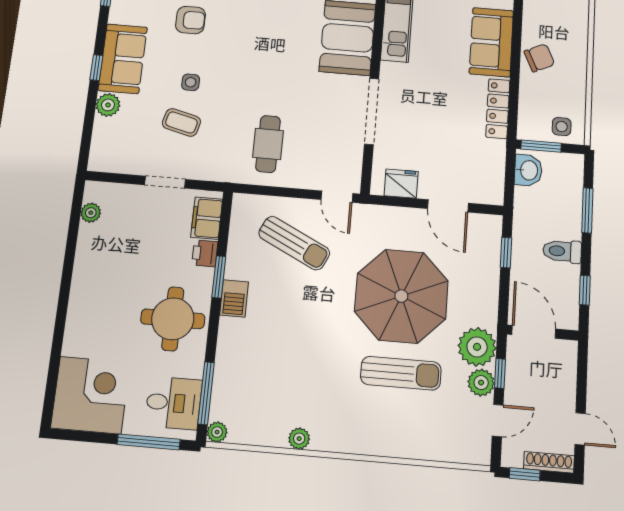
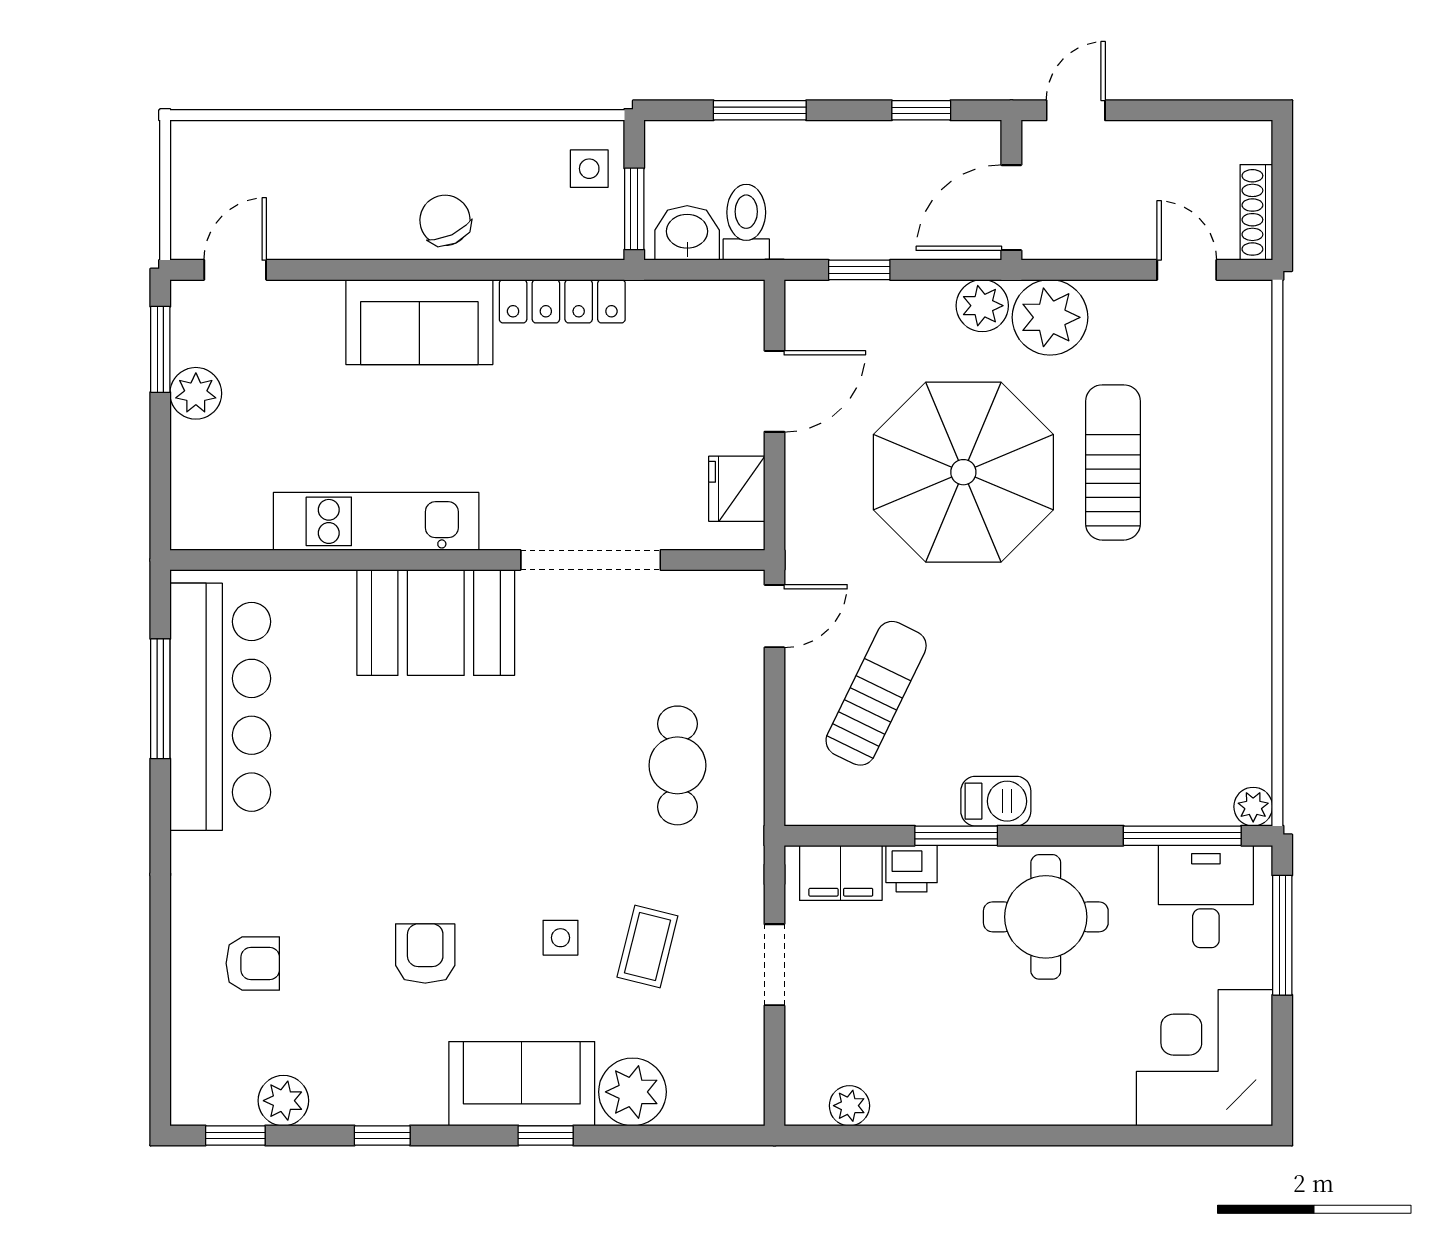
plant: (108, 105) -> (632, 1092), width x1.36, depth x1.36
cafe table: (268, 144) -> (677, 765), turned 90
toilet: (562, 251) -> (746, 222), moved, turned 180
window: (500, 373) -> (1097, 270), removed
plant: (481, 383) -> (982, 306), moved
door: (580, 429) -> (1076, 110), moved
plant: (299, 439) -> (1252, 648), removed
shoe rack: (549, 462) -> (1256, 212), moved
window: (525, 474) -> (1282, 213), removed

